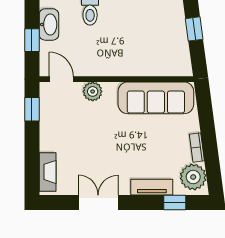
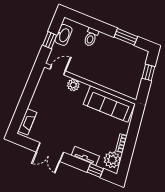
door: (61, 79) -> (58, 70), hinge flipped
window: (32, 109) -> (33, 81), removed
double door: (98, 203) -> (50, 152), swing flipped

